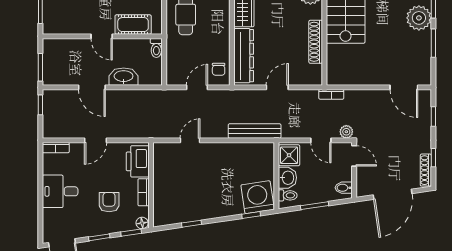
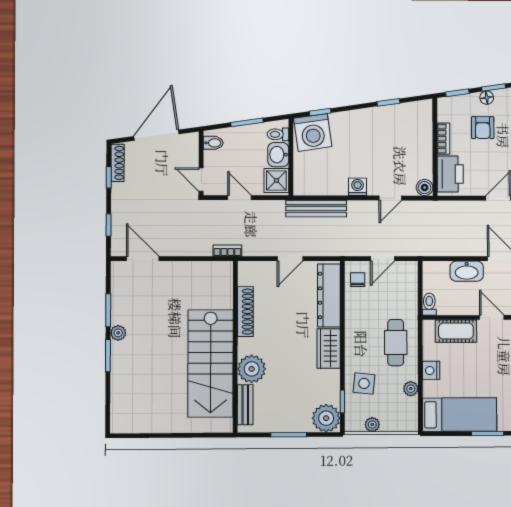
plant: (419, 18) -> (118, 333), width x0.53, depth x0.53
plant: (346, 132) -> (210, 207), removed
boiler: (160, 149) -> (425, 188), added
washing machine: (219, 150) -> (358, 187), added
floor lamp: (142, 223) -> (487, 98), moved

